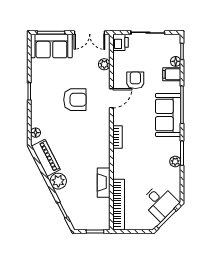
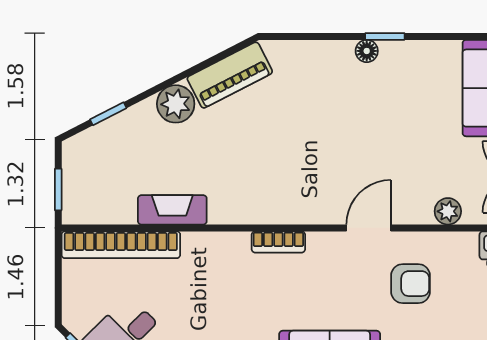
door: (111, 98) -> (369, 228), swing flipped
armchair: (75, 100) -> (365, 143), removed
floor lamp: (36, 133) -> (367, 51), moved

